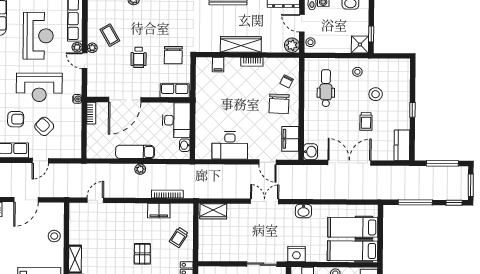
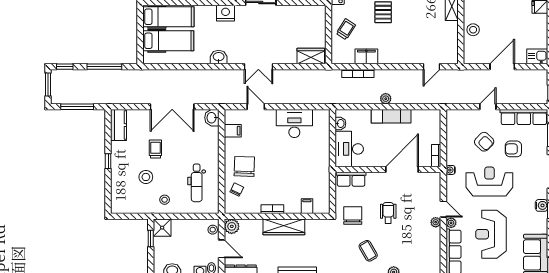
coffee table: (110, 35) -> (368, 251), moved
filing cabinet: (290, 139) -> (233, 131), width x0.50

